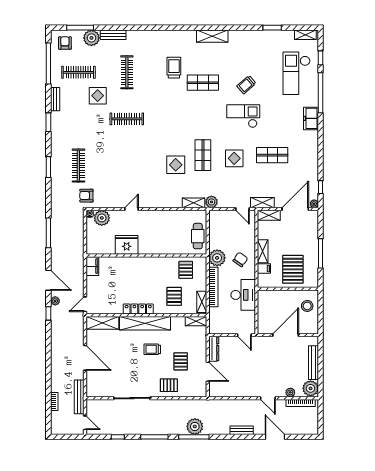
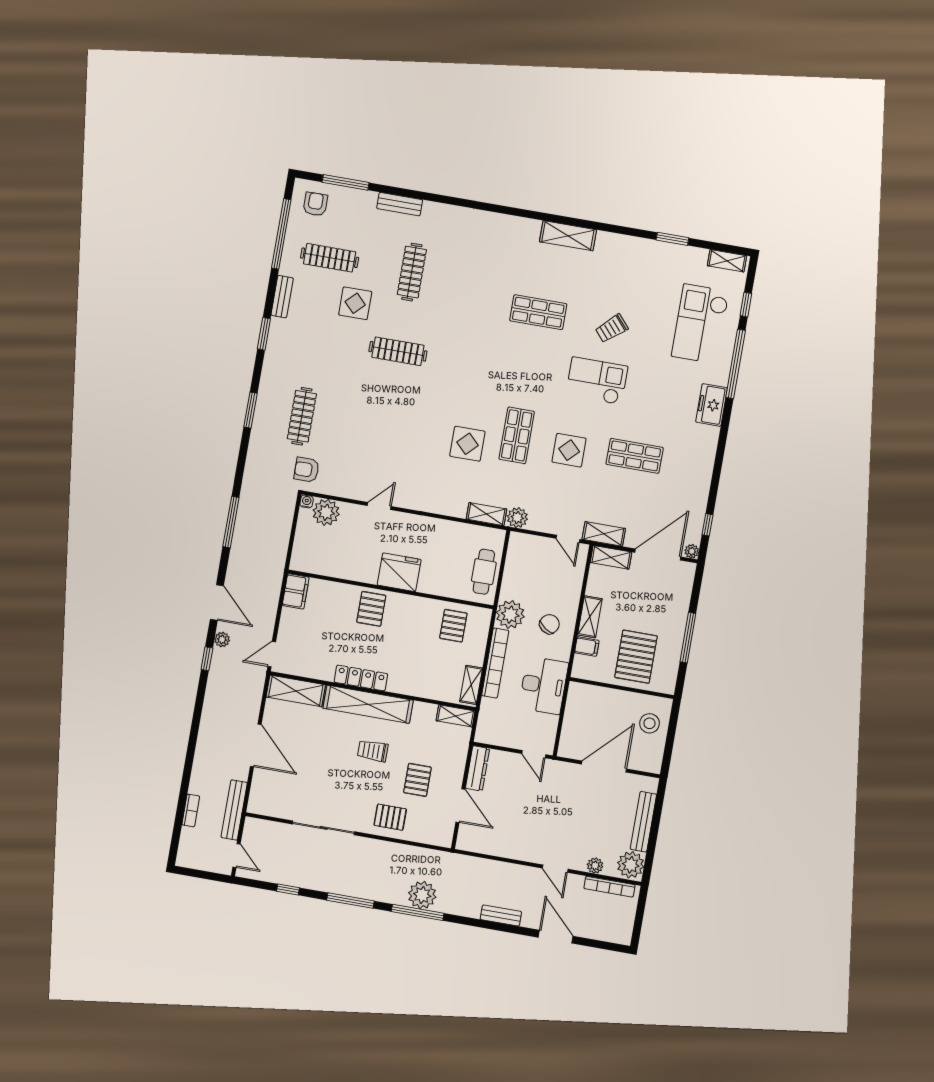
plant: (91, 38) -> (362, 203), removed
trolley: (174, 68) -> (493, 278), removed
fridge: (127, 245) -> (399, 572), moved
pallet: (174, 296) -> (371, 609), moved

